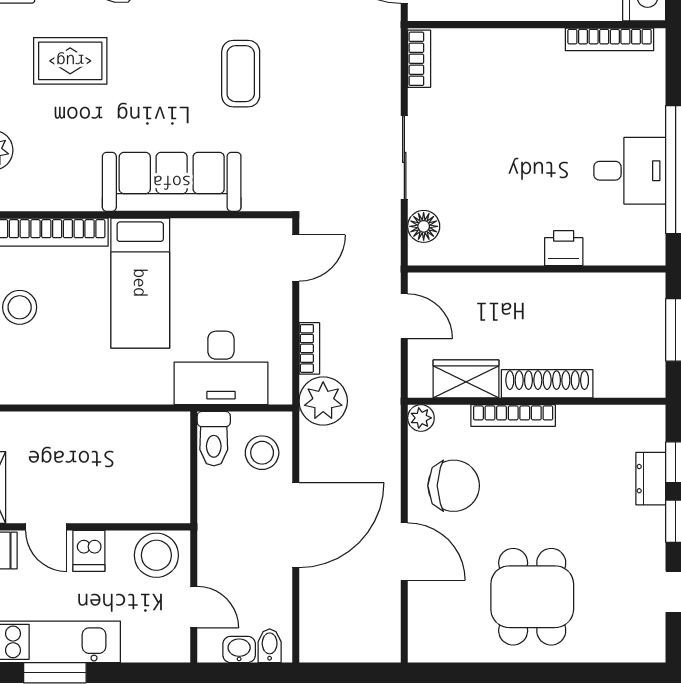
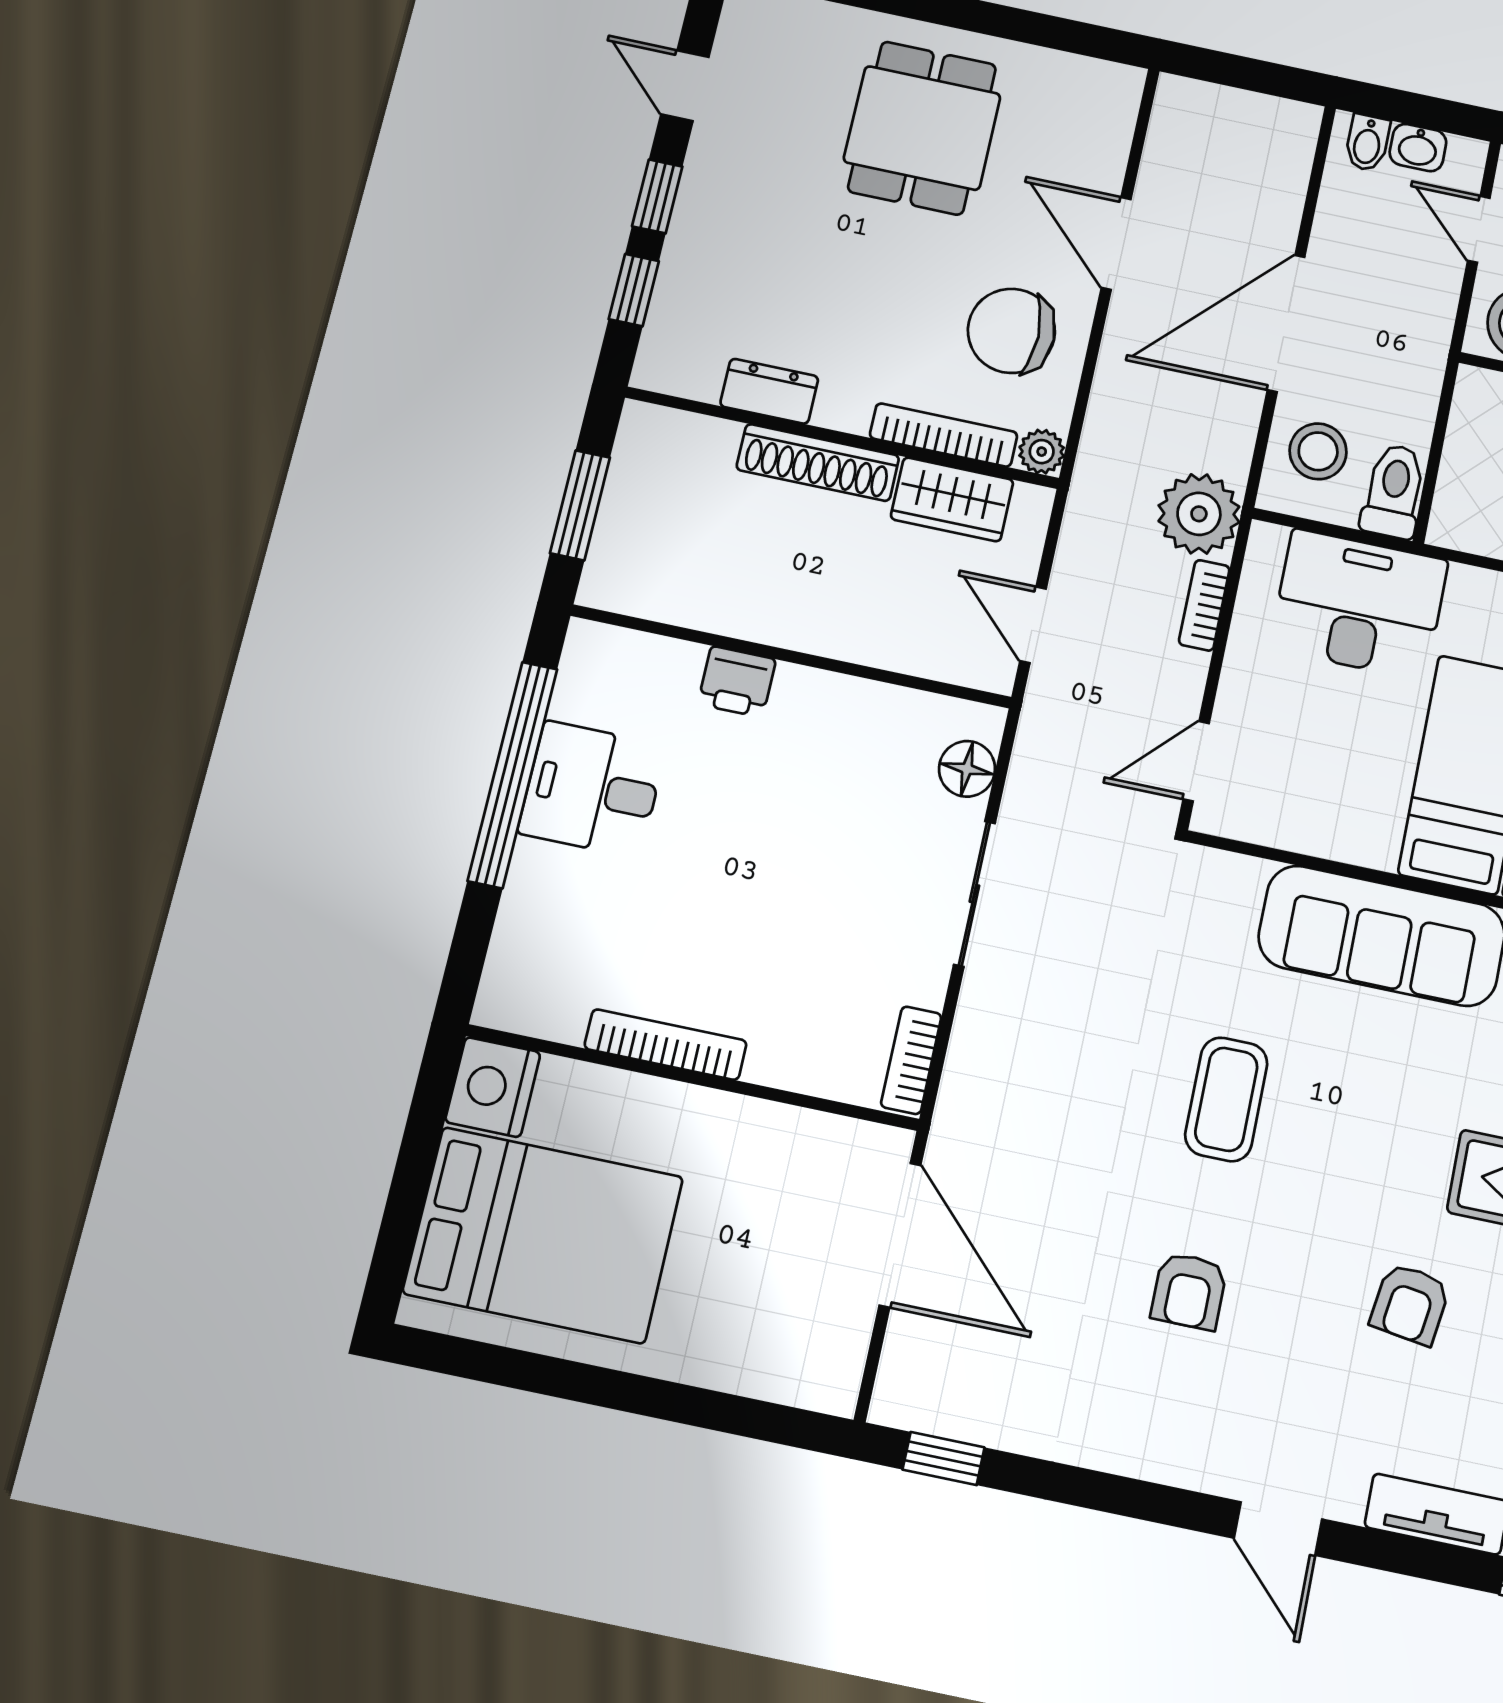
bookcase: (610, 39) -> (666, 1045), moved
bookcase: (513, 416) -> (944, 435), moved
dresser: (651, 479) -> (769, 391), moved, turned -90

